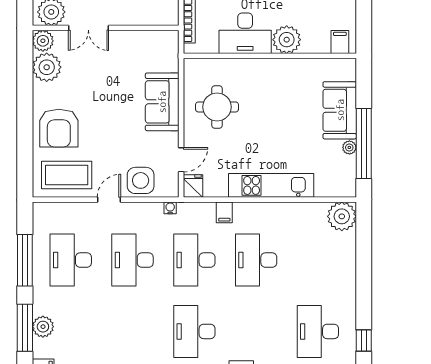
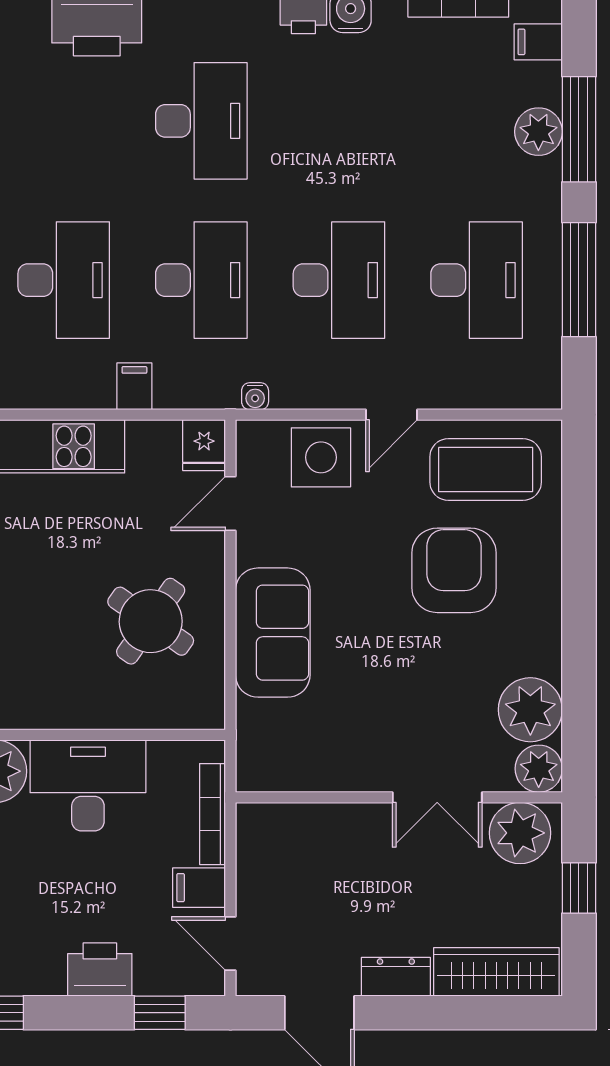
double door: (88, 28) -> (437, 797), swing flipped
round table: (217, 107) -> (151, 621), turned 35
armchair: (59, 128) -> (454, 570), moved

